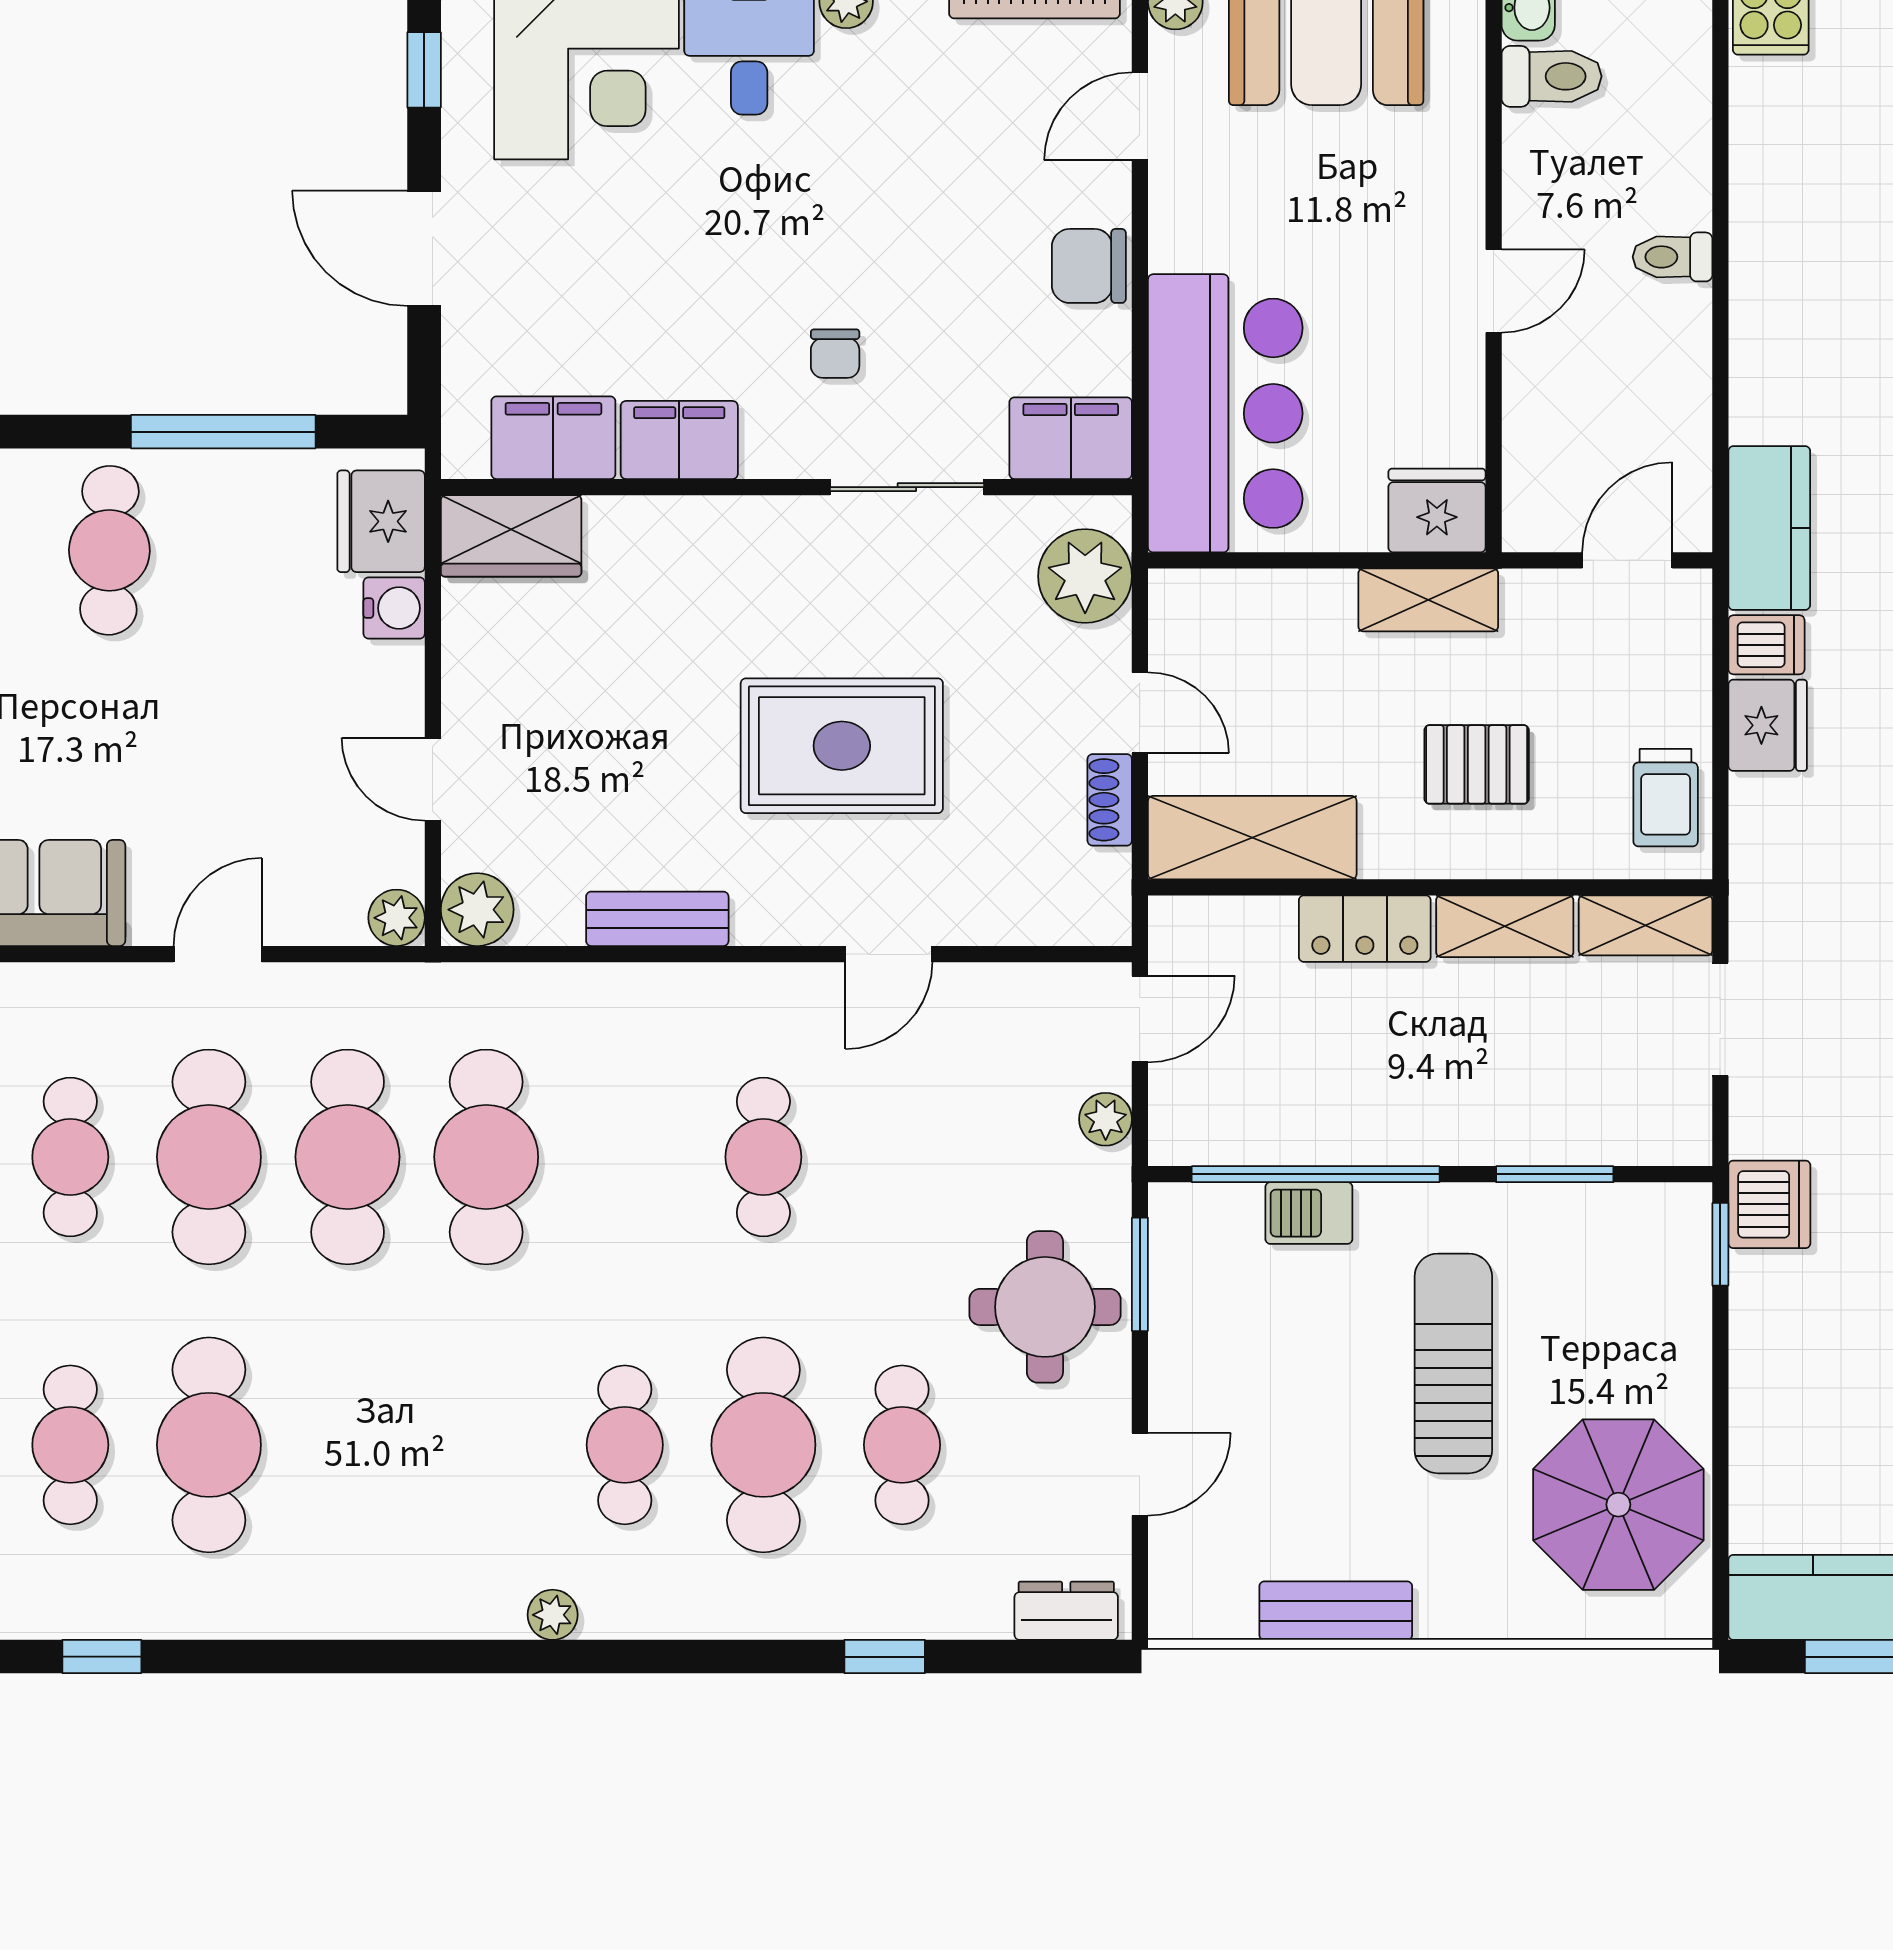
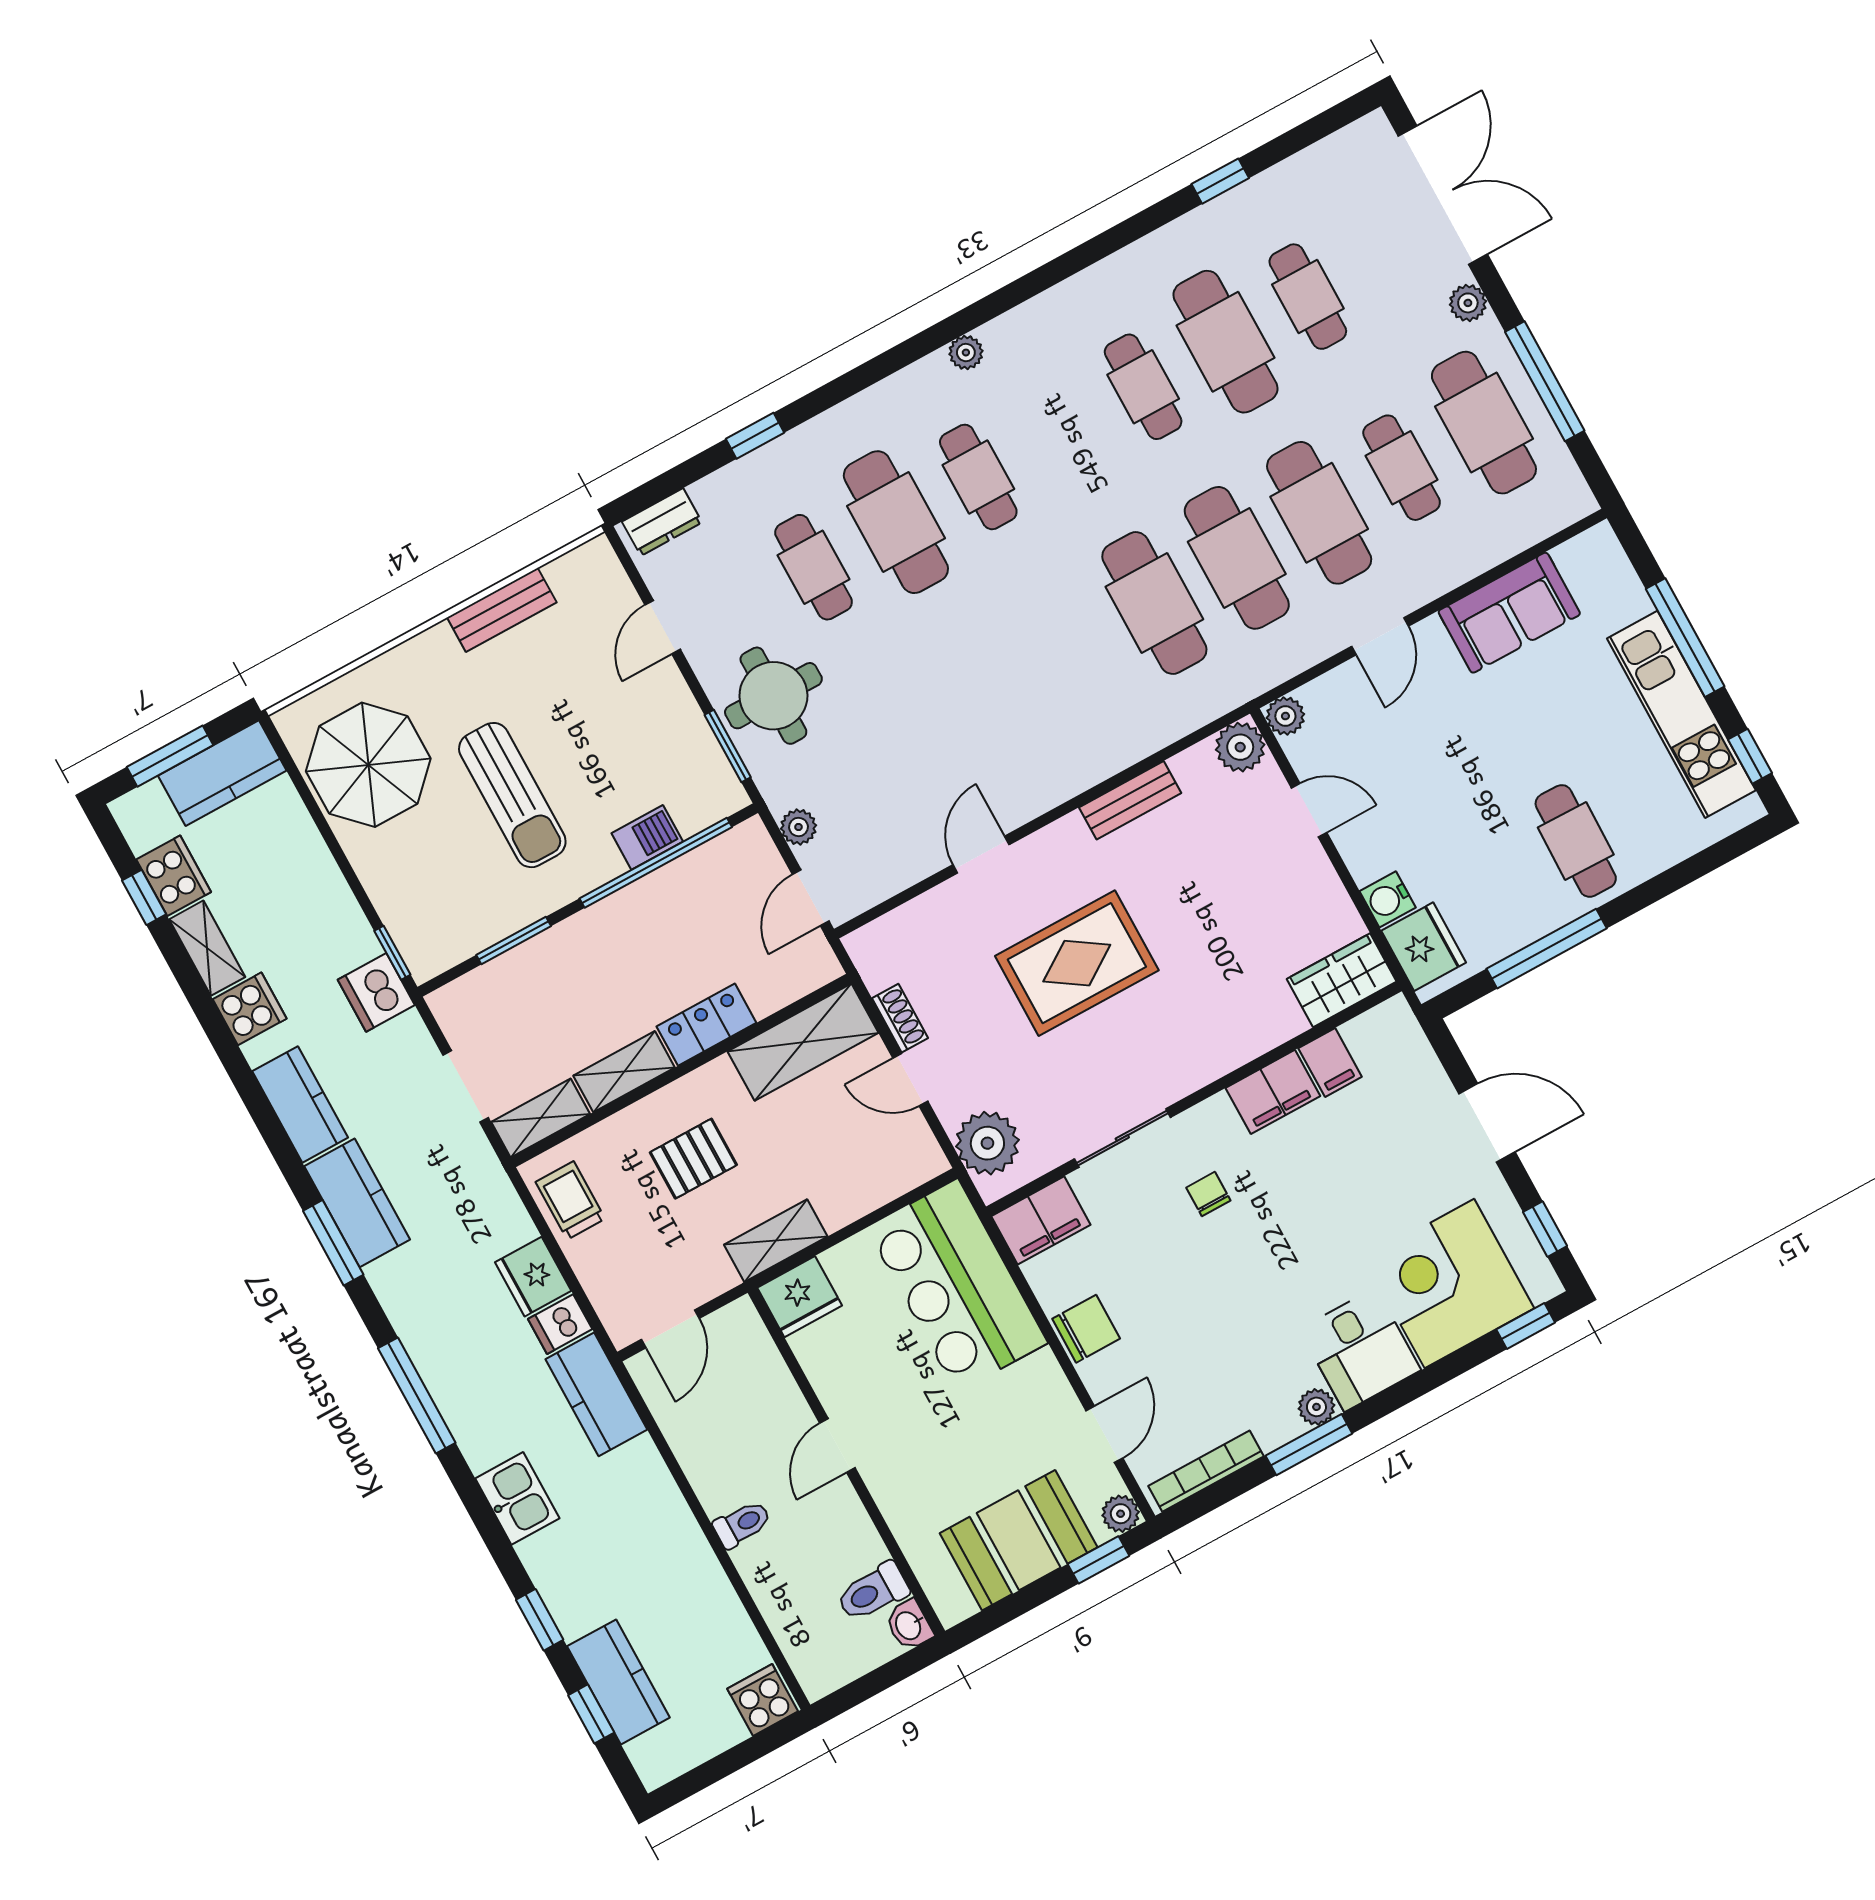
filing cabinet: (553, 438) -> (1330, 1062), width x0.50
cafe table: (763, 1157) -> (1143, 387), moved

